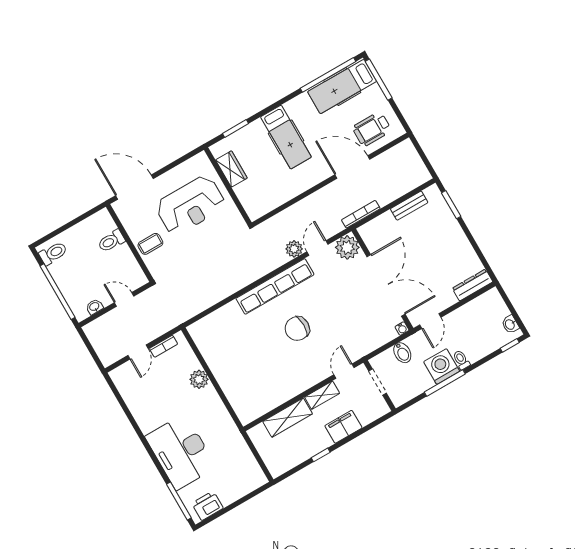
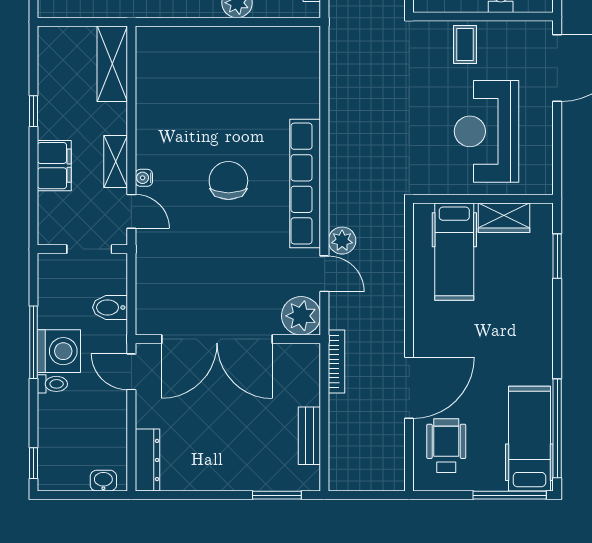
hospital bed: (286, 137) -> (454, 252), moved, turned -90
washbasin: (510, 324) -> (103, 481), moved
water cooler: (402, 329) -> (144, 178), moved
shelving: (288, 418) -> (112, 64), moved

